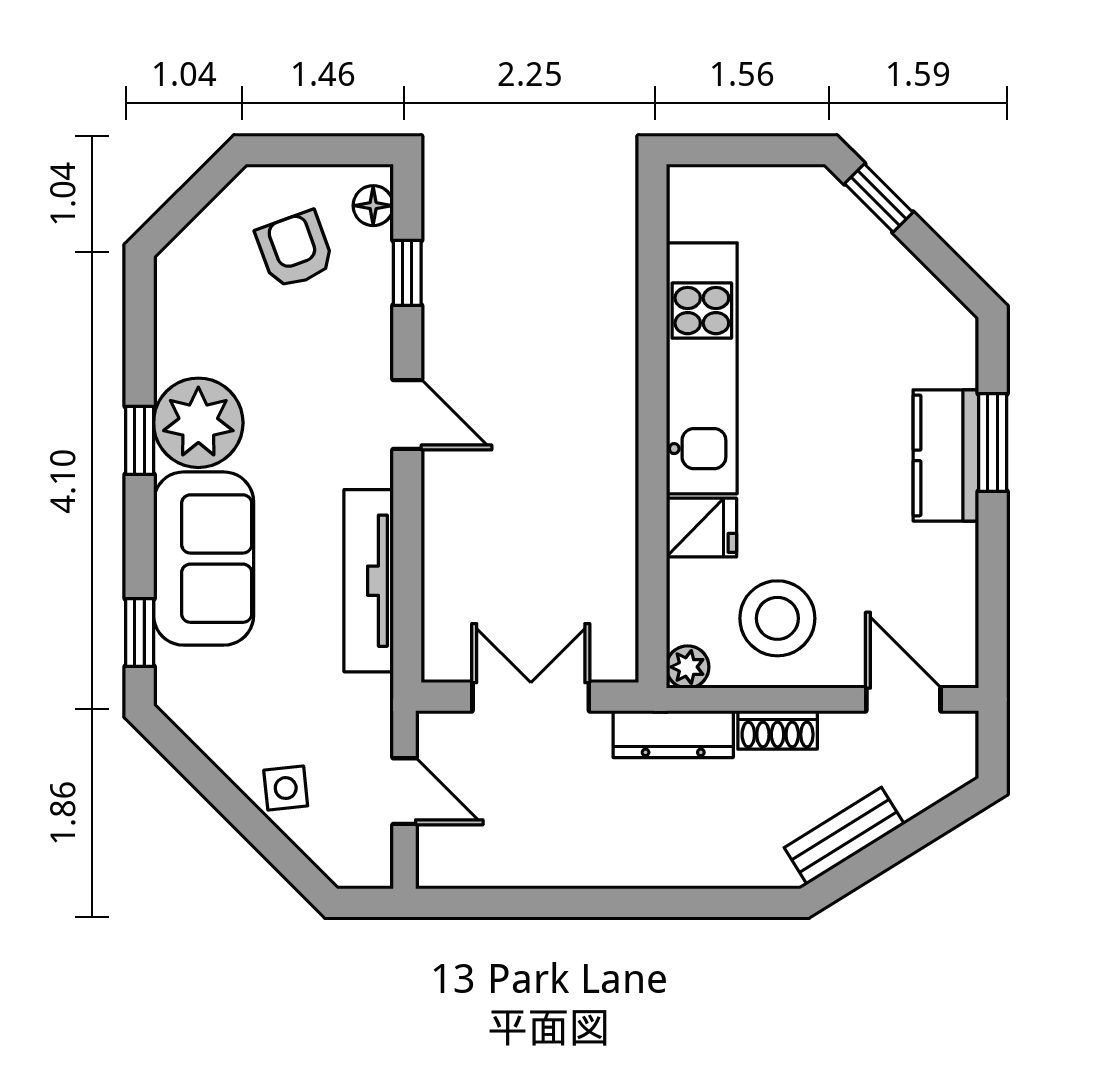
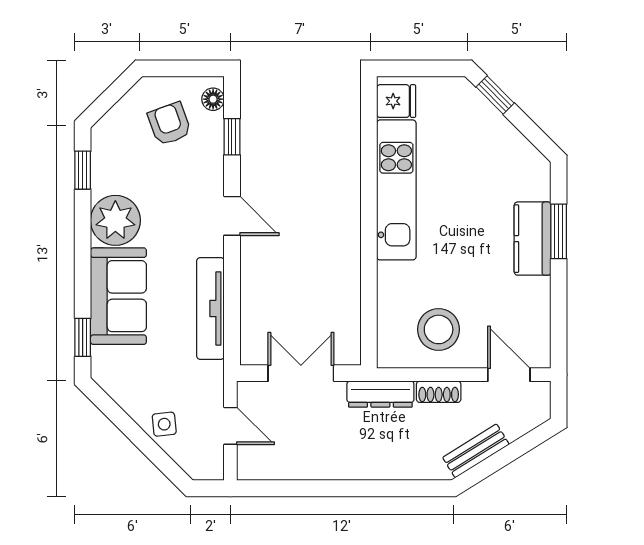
window: (140, 440) -> (83, 170), moved
fridge: (701, 528) -> (396, 101), moved
plant: (688, 667) -> (388, 357), removed

